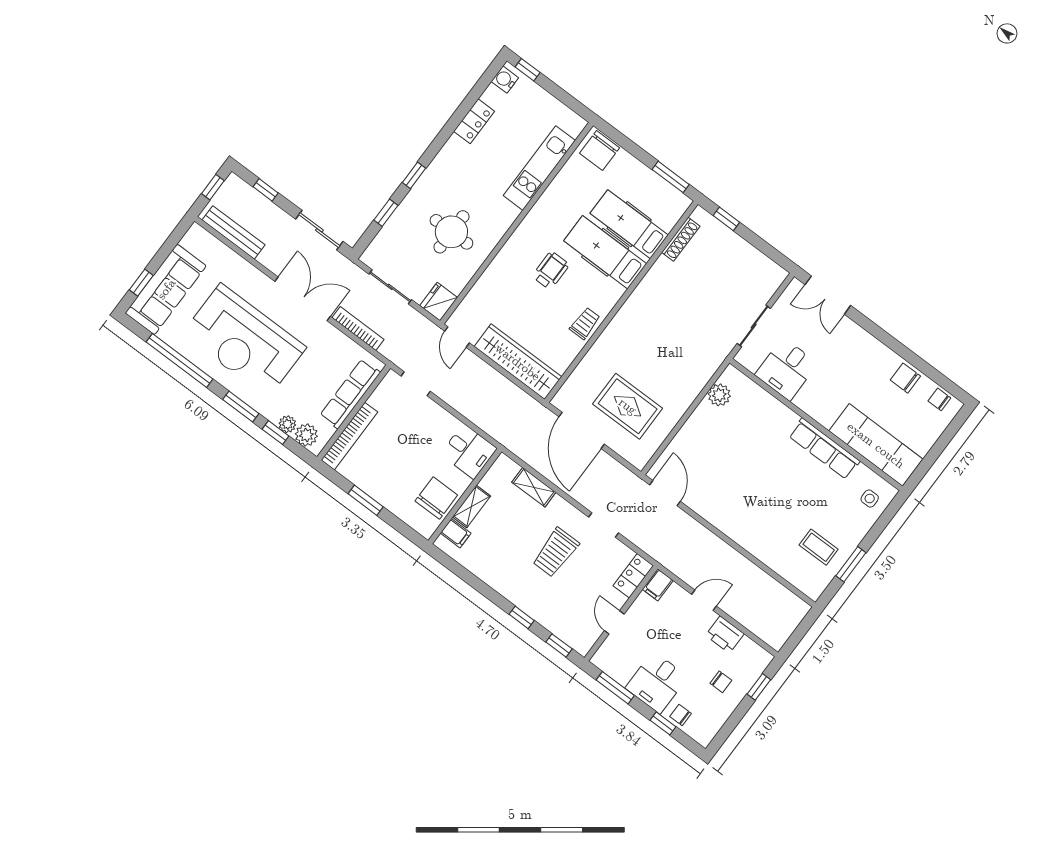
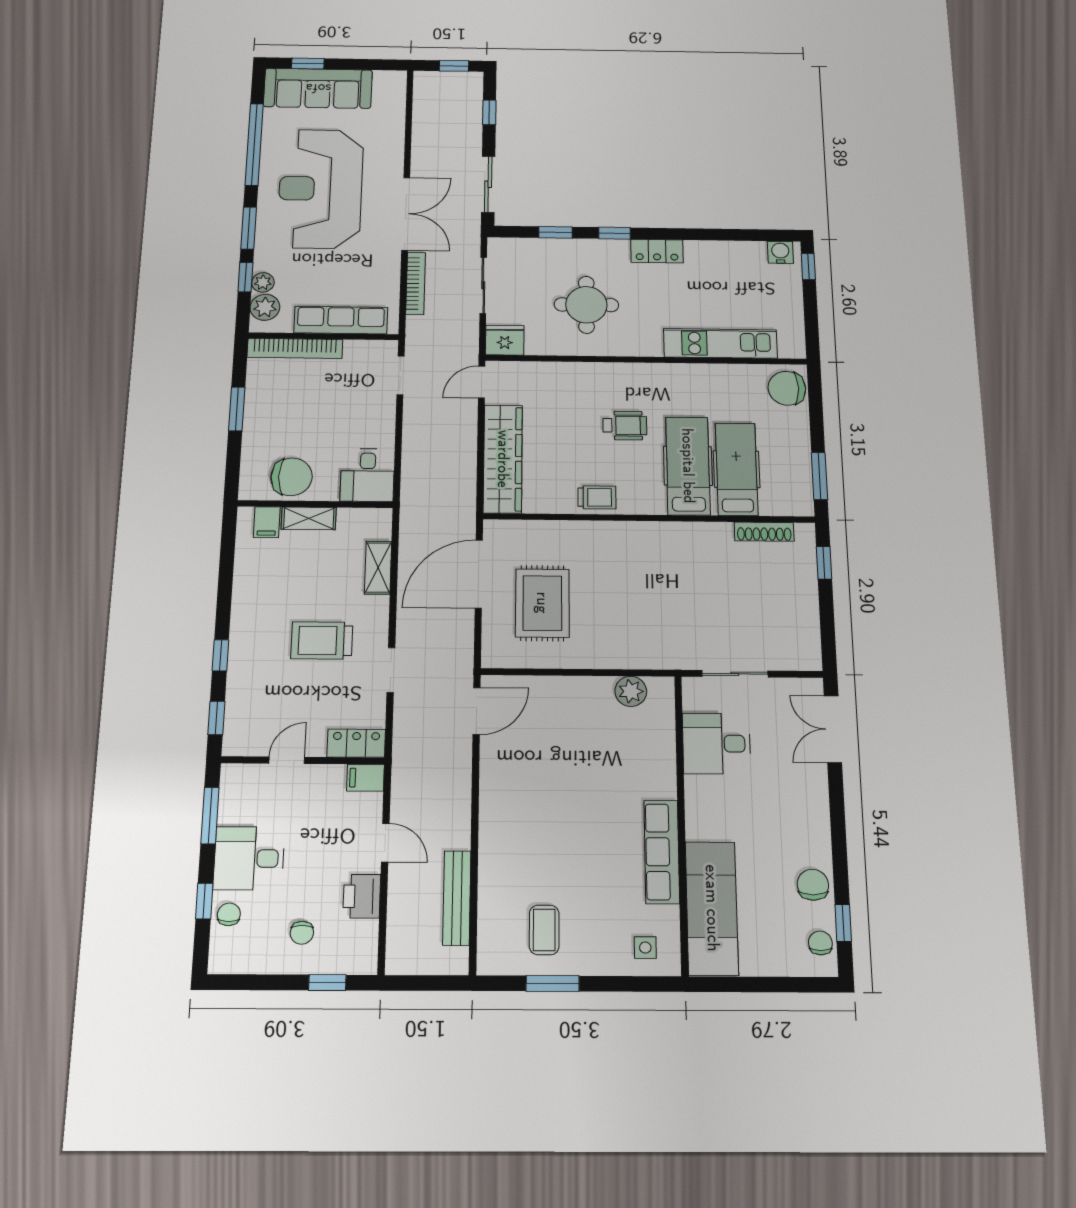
locker: (474, 121) -> (657, 251), moved
bench: (233, 232) -> (457, 898), moved
window: (938, 378) -> (843, 923), added

